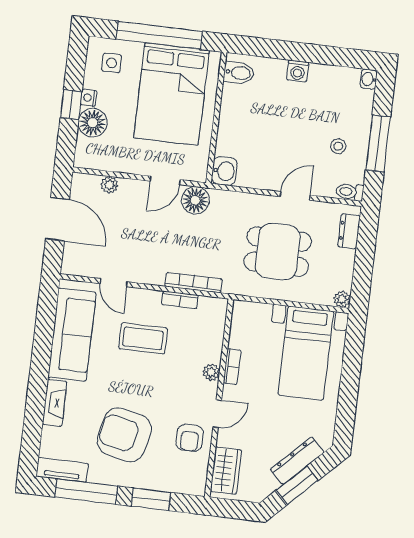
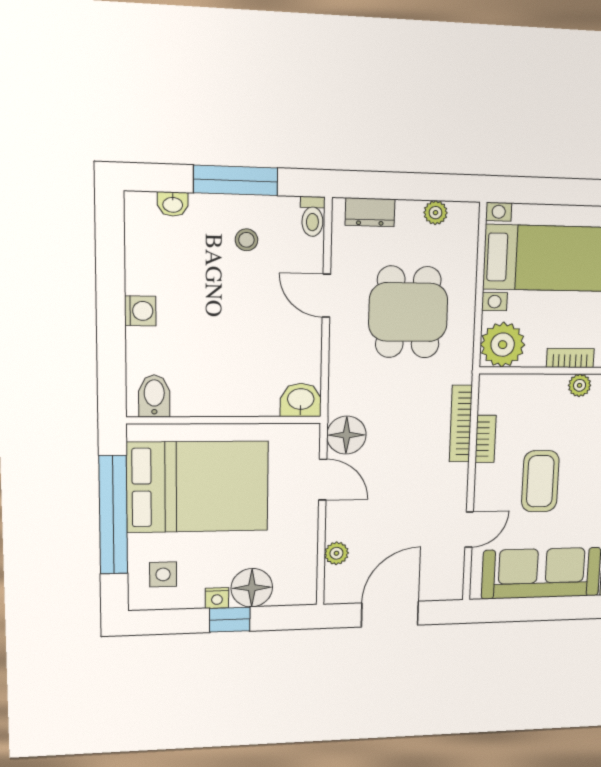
washbasin: (369, 79) -> (173, 204), moved
plant: (342, 299) -> (436, 213), moved
plant: (247, 317) -> (503, 345), added

